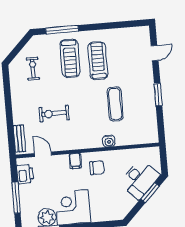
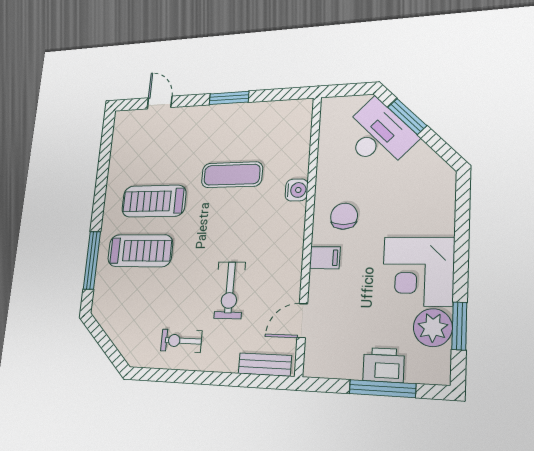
exercise bike: (33, 69) -> (181, 341), moved
printer: (25, 174) -> (384, 365), moved

